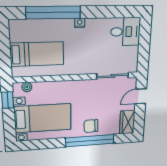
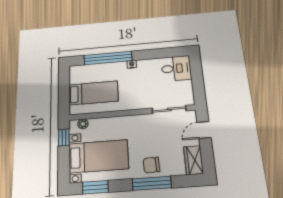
window: (90, 141) -> (152, 183), width x0.68
window: (40, 144) -> (95, 187), added

